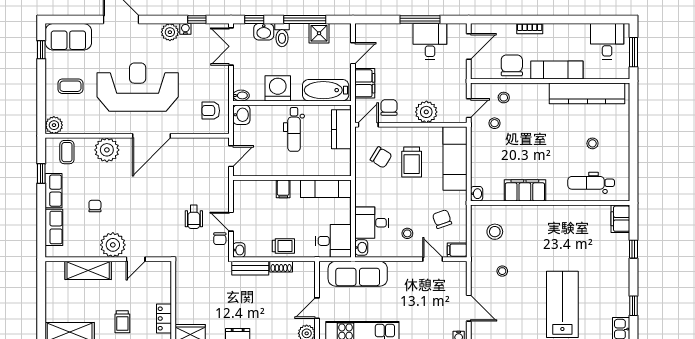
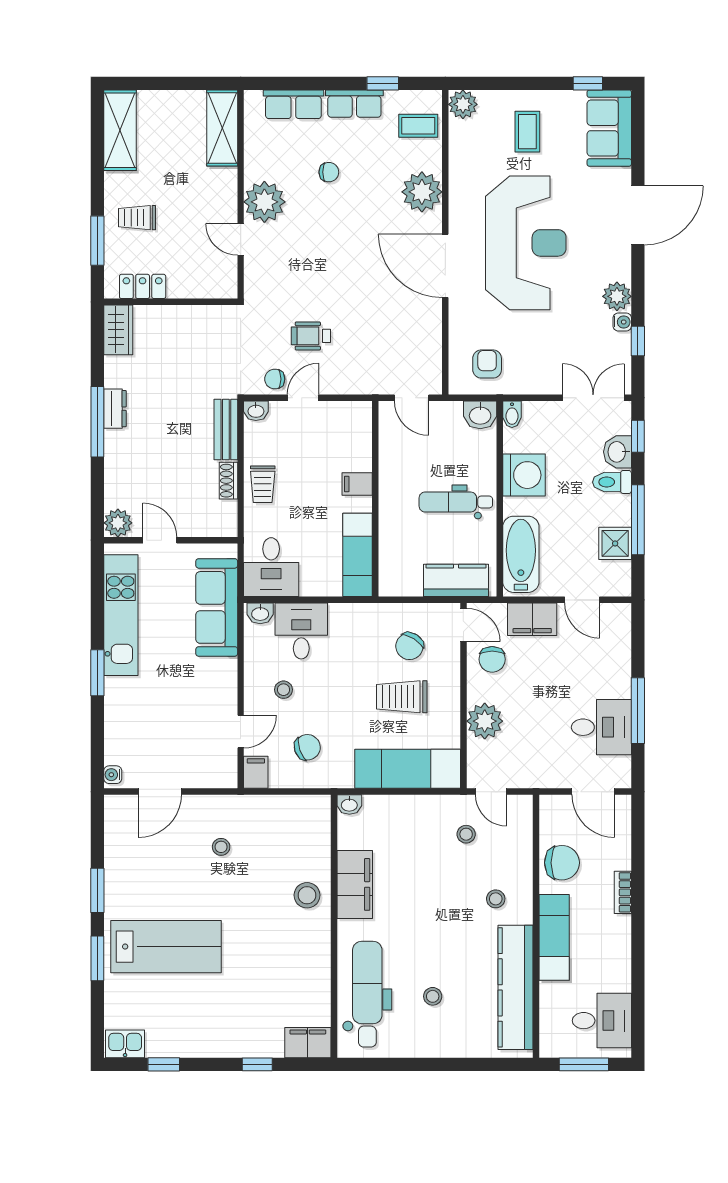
stool: (504, 98) -> (496, 899), moved
chair: (389, 107) -> (492, 659), turned 90
dental chair: (591, 183) -> (367, 994), width x1.36, depth x1.38
stool: (495, 232) -> (307, 895), moved
shelving: (88, 270) -> (222, 128), moved

